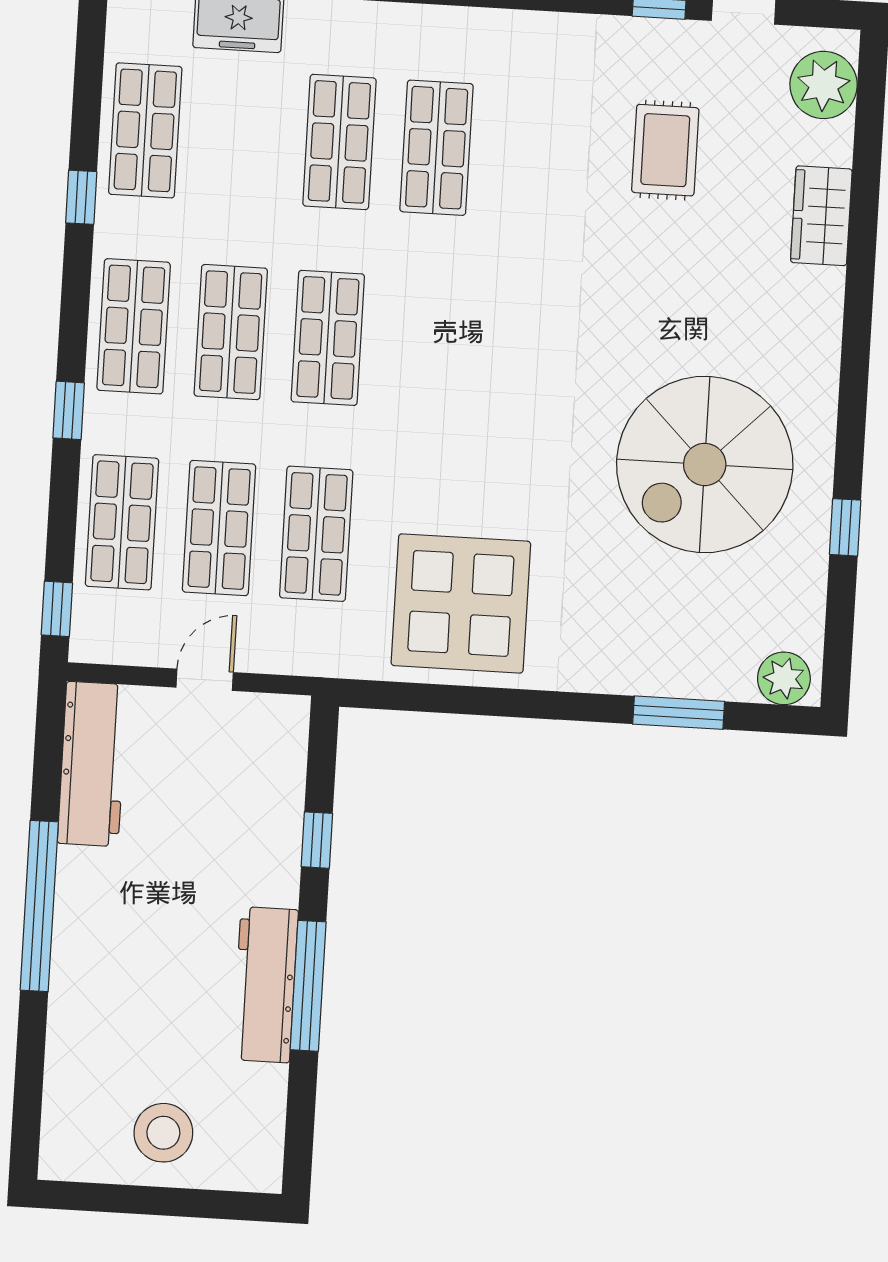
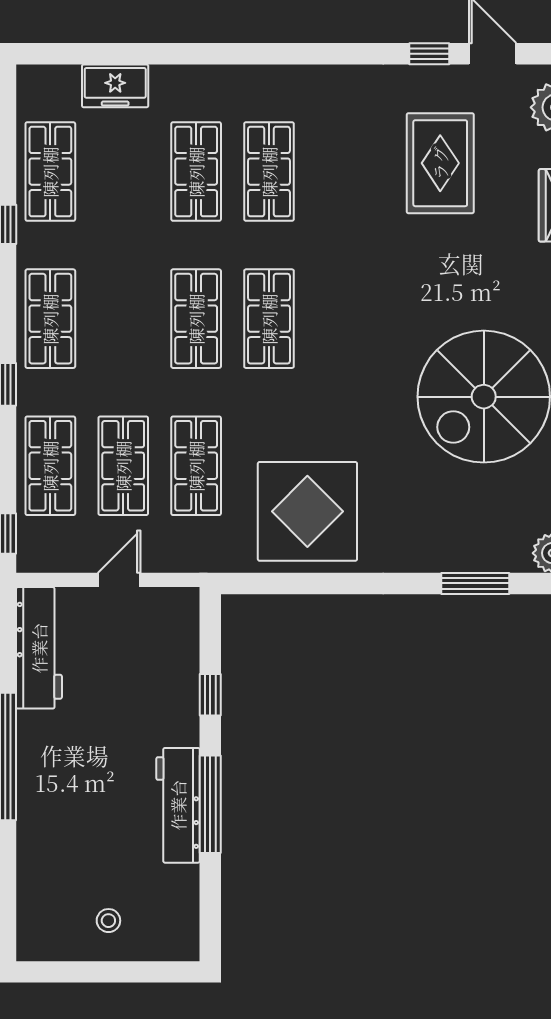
rug: (665, 150) -> (440, 163), width x1.36, depth x1.43
shop shelf: (231, 332) -> (269, 319), moved
stool: (163, 1133) -> (108, 921), width x0.53, depth x0.53

